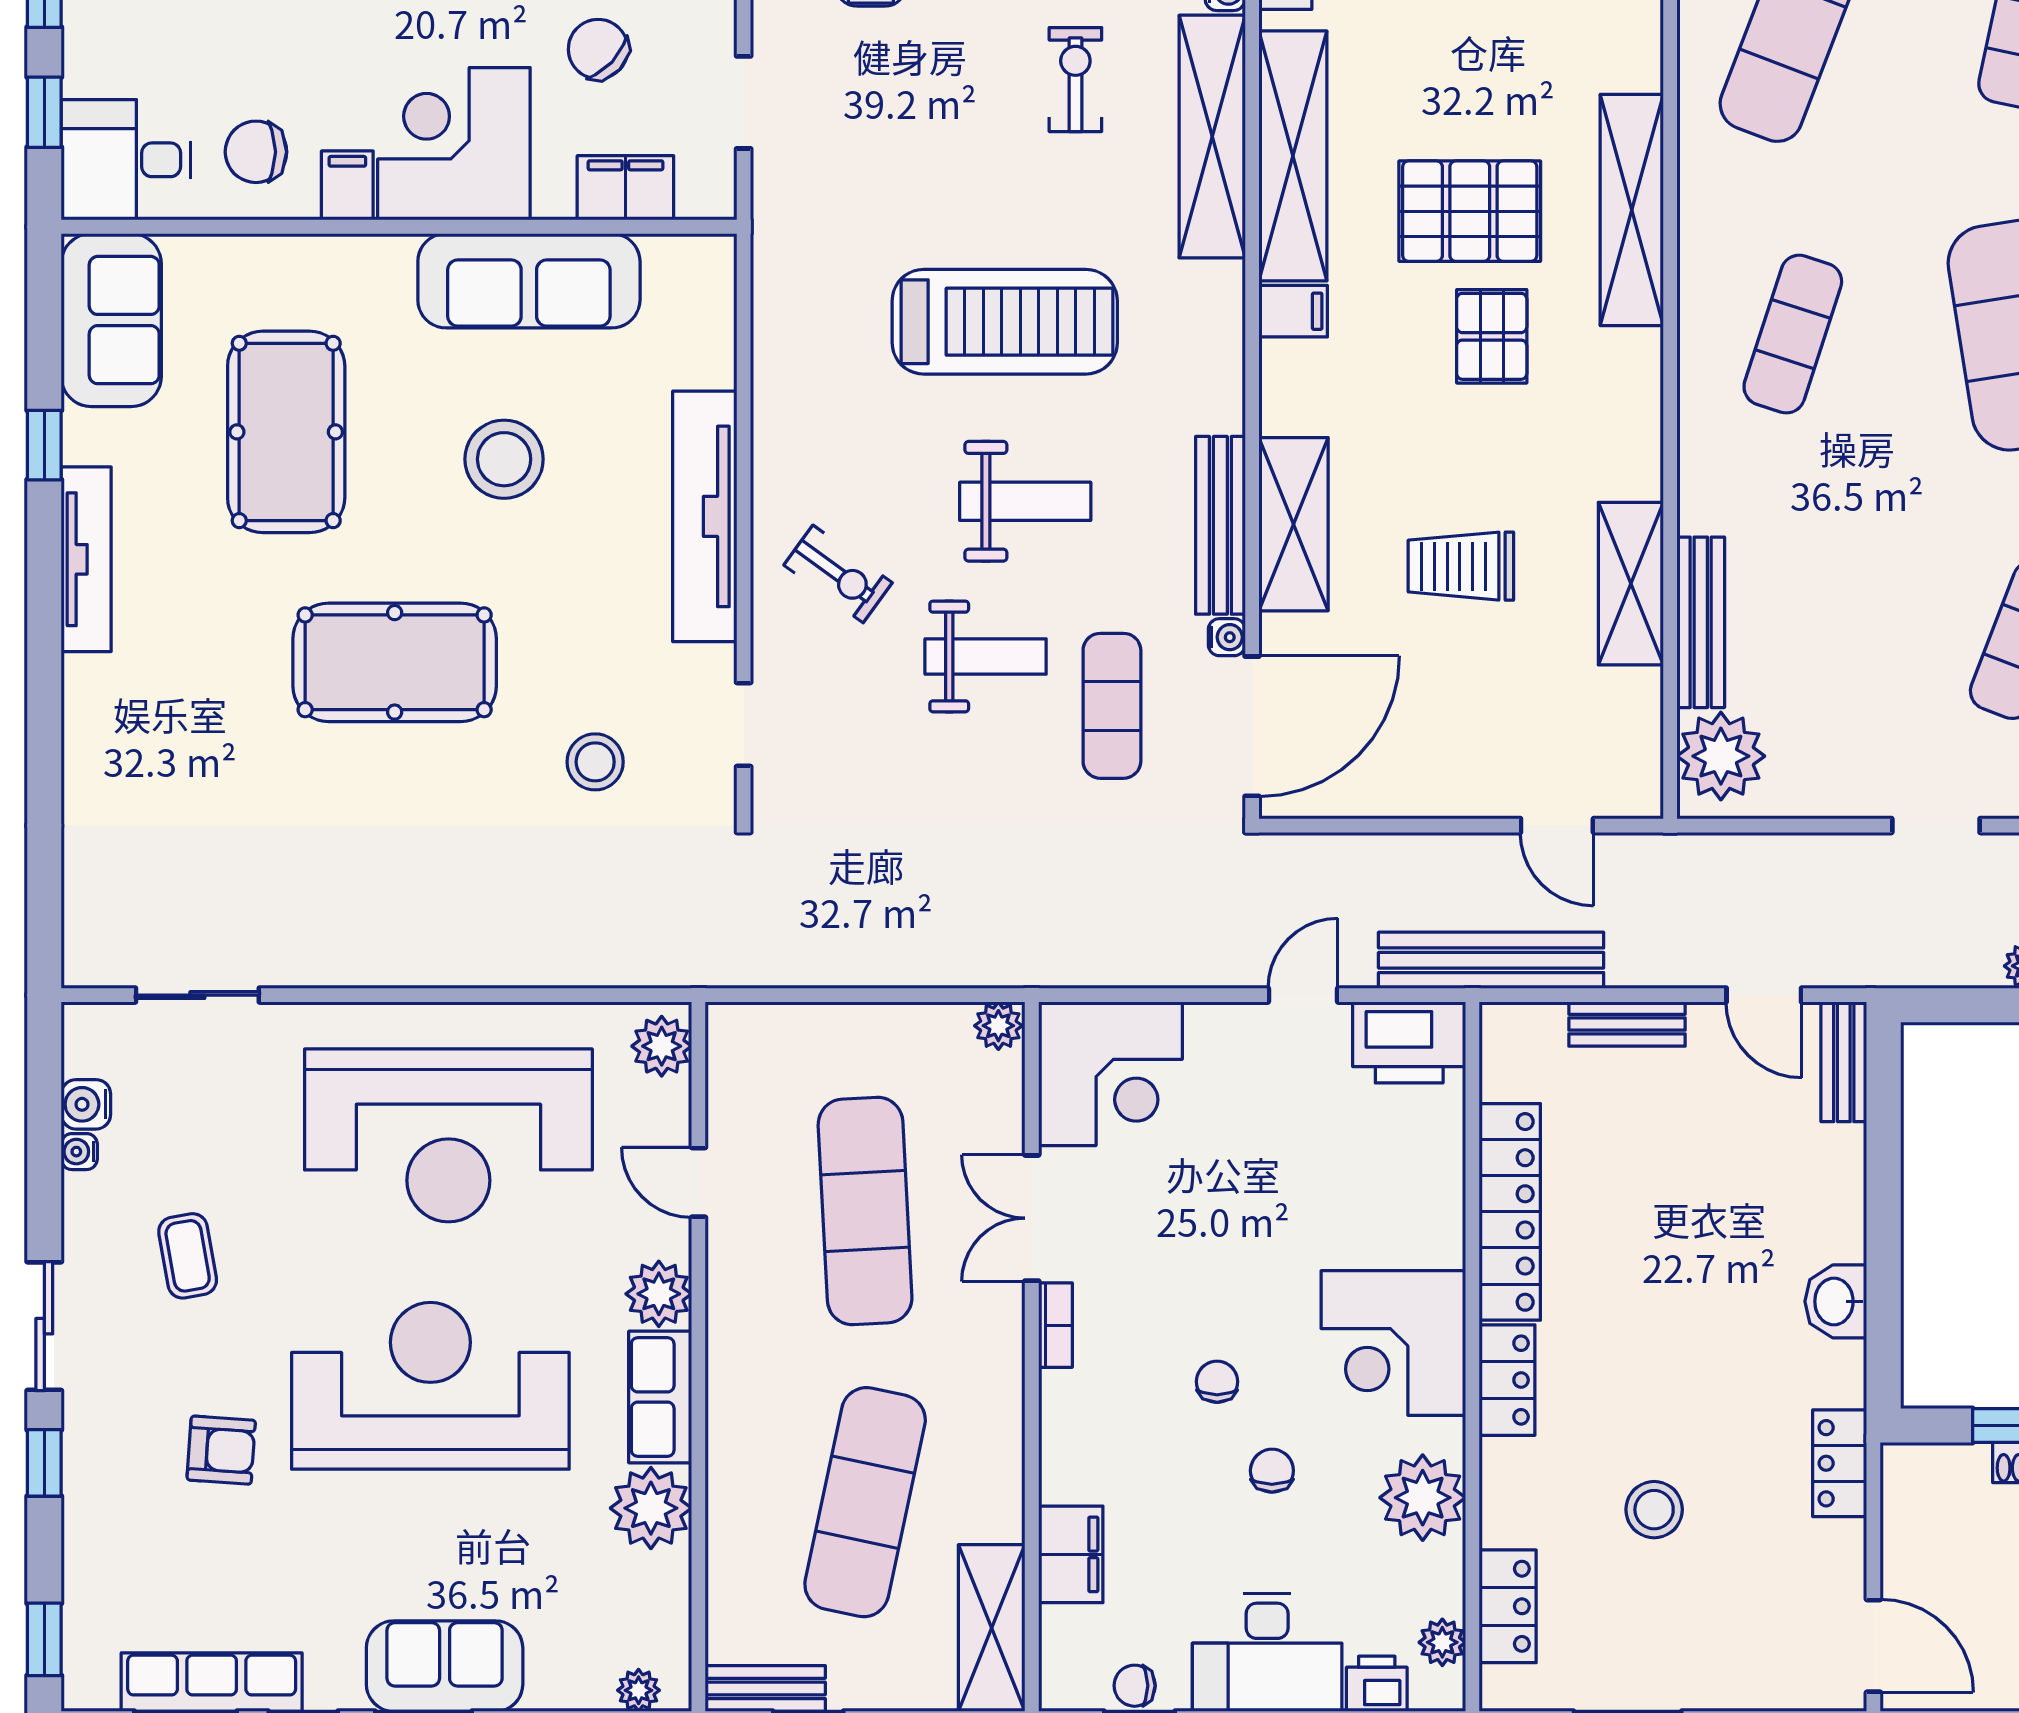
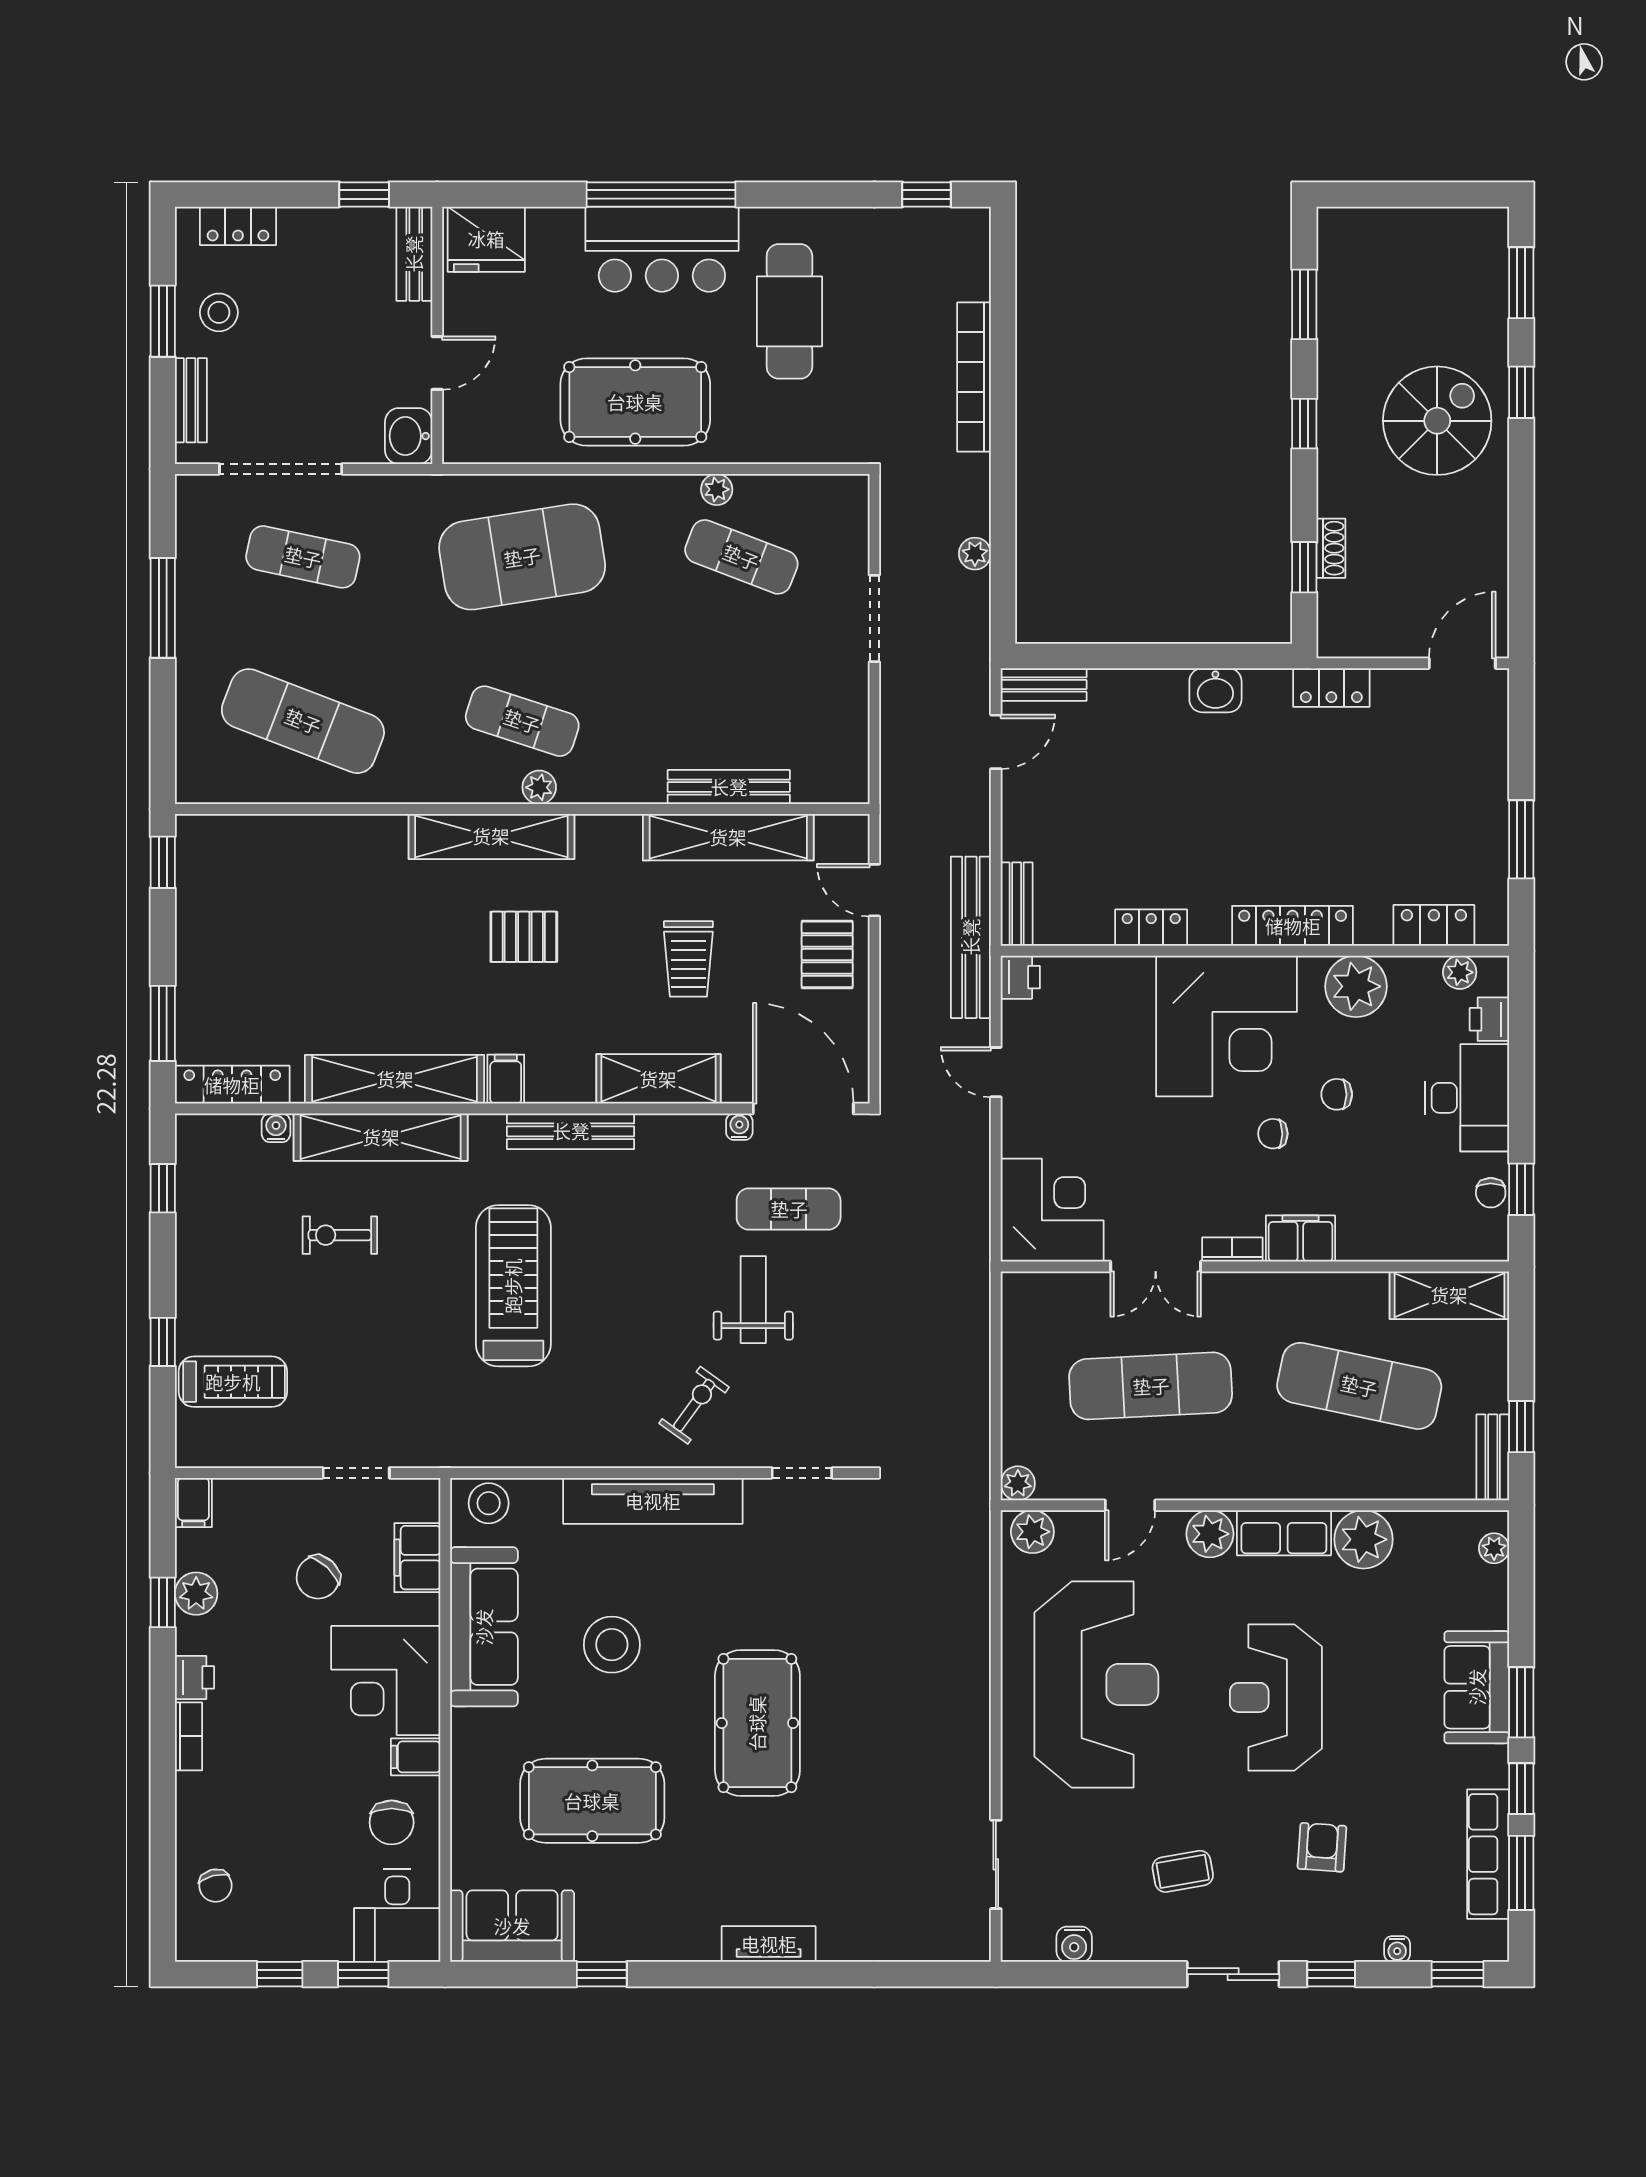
shelving: (1632, 210) -> (491, 836), moved
pallet: (1470, 211) -> (827, 954), moved, width x0.67, depth x0.71
weight bench: (1025, 501) -> (642, 1271), removed
bench: (1220, 525) -> (571, 1131), moved
tv unit: (86, 559) -> (769, 1944), moved, width x0.71
shelving: (1631, 584) -> (728, 837), width x1.47
plant: (1721, 756) -> (539, 787), moved, width x0.53, depth x0.53
stool: (595, 762) -> (489, 1503), moved
door: (1557, 826) -> (874, 890), swing flipped
doorway: (1936, 826) -> (874, 619), width x1.38
bench: (1627, 1024) -> (1017, 904), moved
plant: (998, 1026) -> (1018, 1483), moved
printer: (1409, 1042) -> (1020, 977), width x0.53, depth x0.68
water cooler: (79, 1152) -> (1397, 1949), moved
locker: (1510, 1212) -> (1151, 928), width x0.46, depth x0.83
corner desk: (1393, 1343) -> (1227, 1026), width x1.36, depth x1.36
locker: (1507, 1380) -> (1293, 926), width x1.53
reception desk: (430, 1386) -> (1276, 1697), width x0.74, depth x0.77
stool: (1654, 1510) -> (1365, 820), removed
filing cabinet: (1071, 1554) -> (1300, 1239), moved

